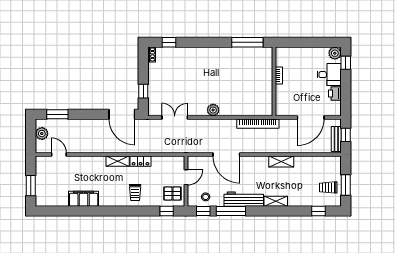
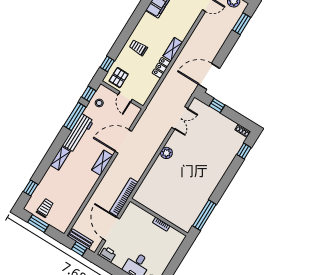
printer: (335, 93) -> (108, 254), moved
bookcase: (258, 124) -> (124, 197), moved
shelving: (281, 161) -> (102, 163), moved

